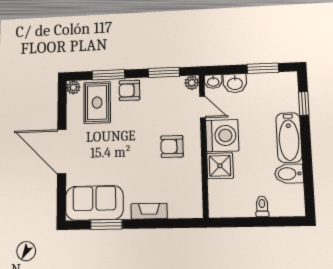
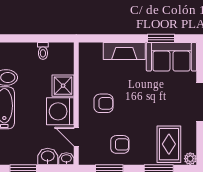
plant: (192, 83) -> (85, 159), removed
armchair: (129, 90) -> (120, 144), moved
toilet: (262, 206) -> (43, 51), moved
fireplace: (149, 211) -> (124, 51), width x1.37, depth x1.32

